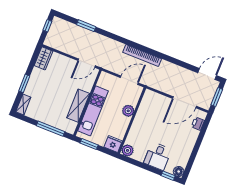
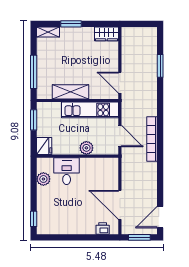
window: (47, 26) -> (143, 24), removed
door: (207, 74) -> (160, 217), swing flipped
kitchen unit: (93, 111) -> (90, 110), moved
plant: (128, 150) -> (43, 179), moved
desk: (158, 156) -> (67, 171), moved, turned 90
floor lamp: (179, 172) -> (43, 228), removed

